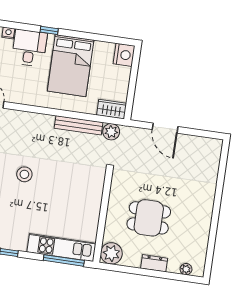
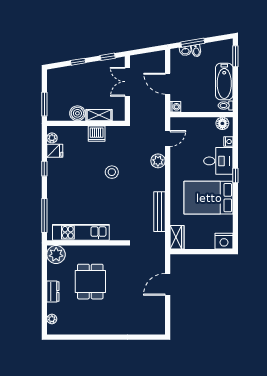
plant: (111, 132) -> (158, 161), moved
kitchen unit: (61, 248) -> (81, 232), moved, turned -90

